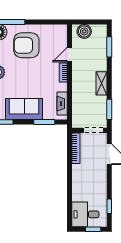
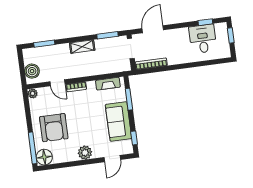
plant: (62, 29) -> (33, 93), added
desk: (85, 214) -> (203, 39), moved, turned 180

